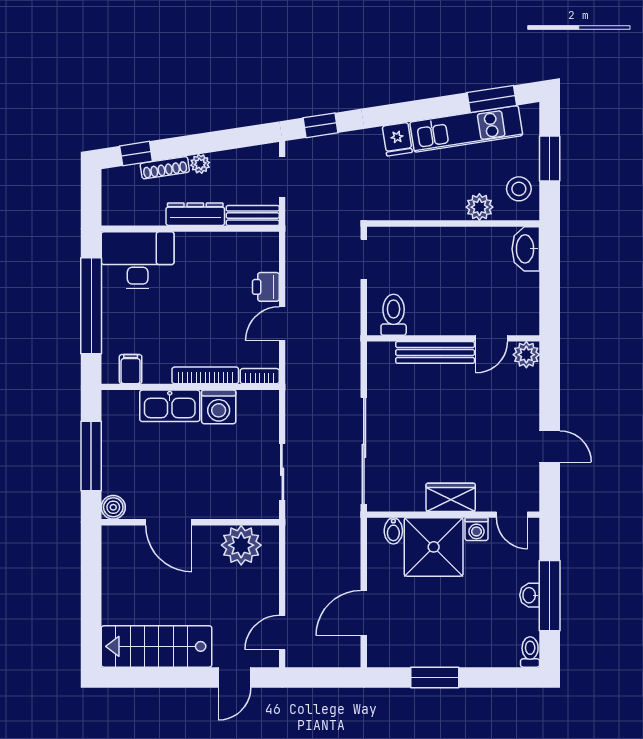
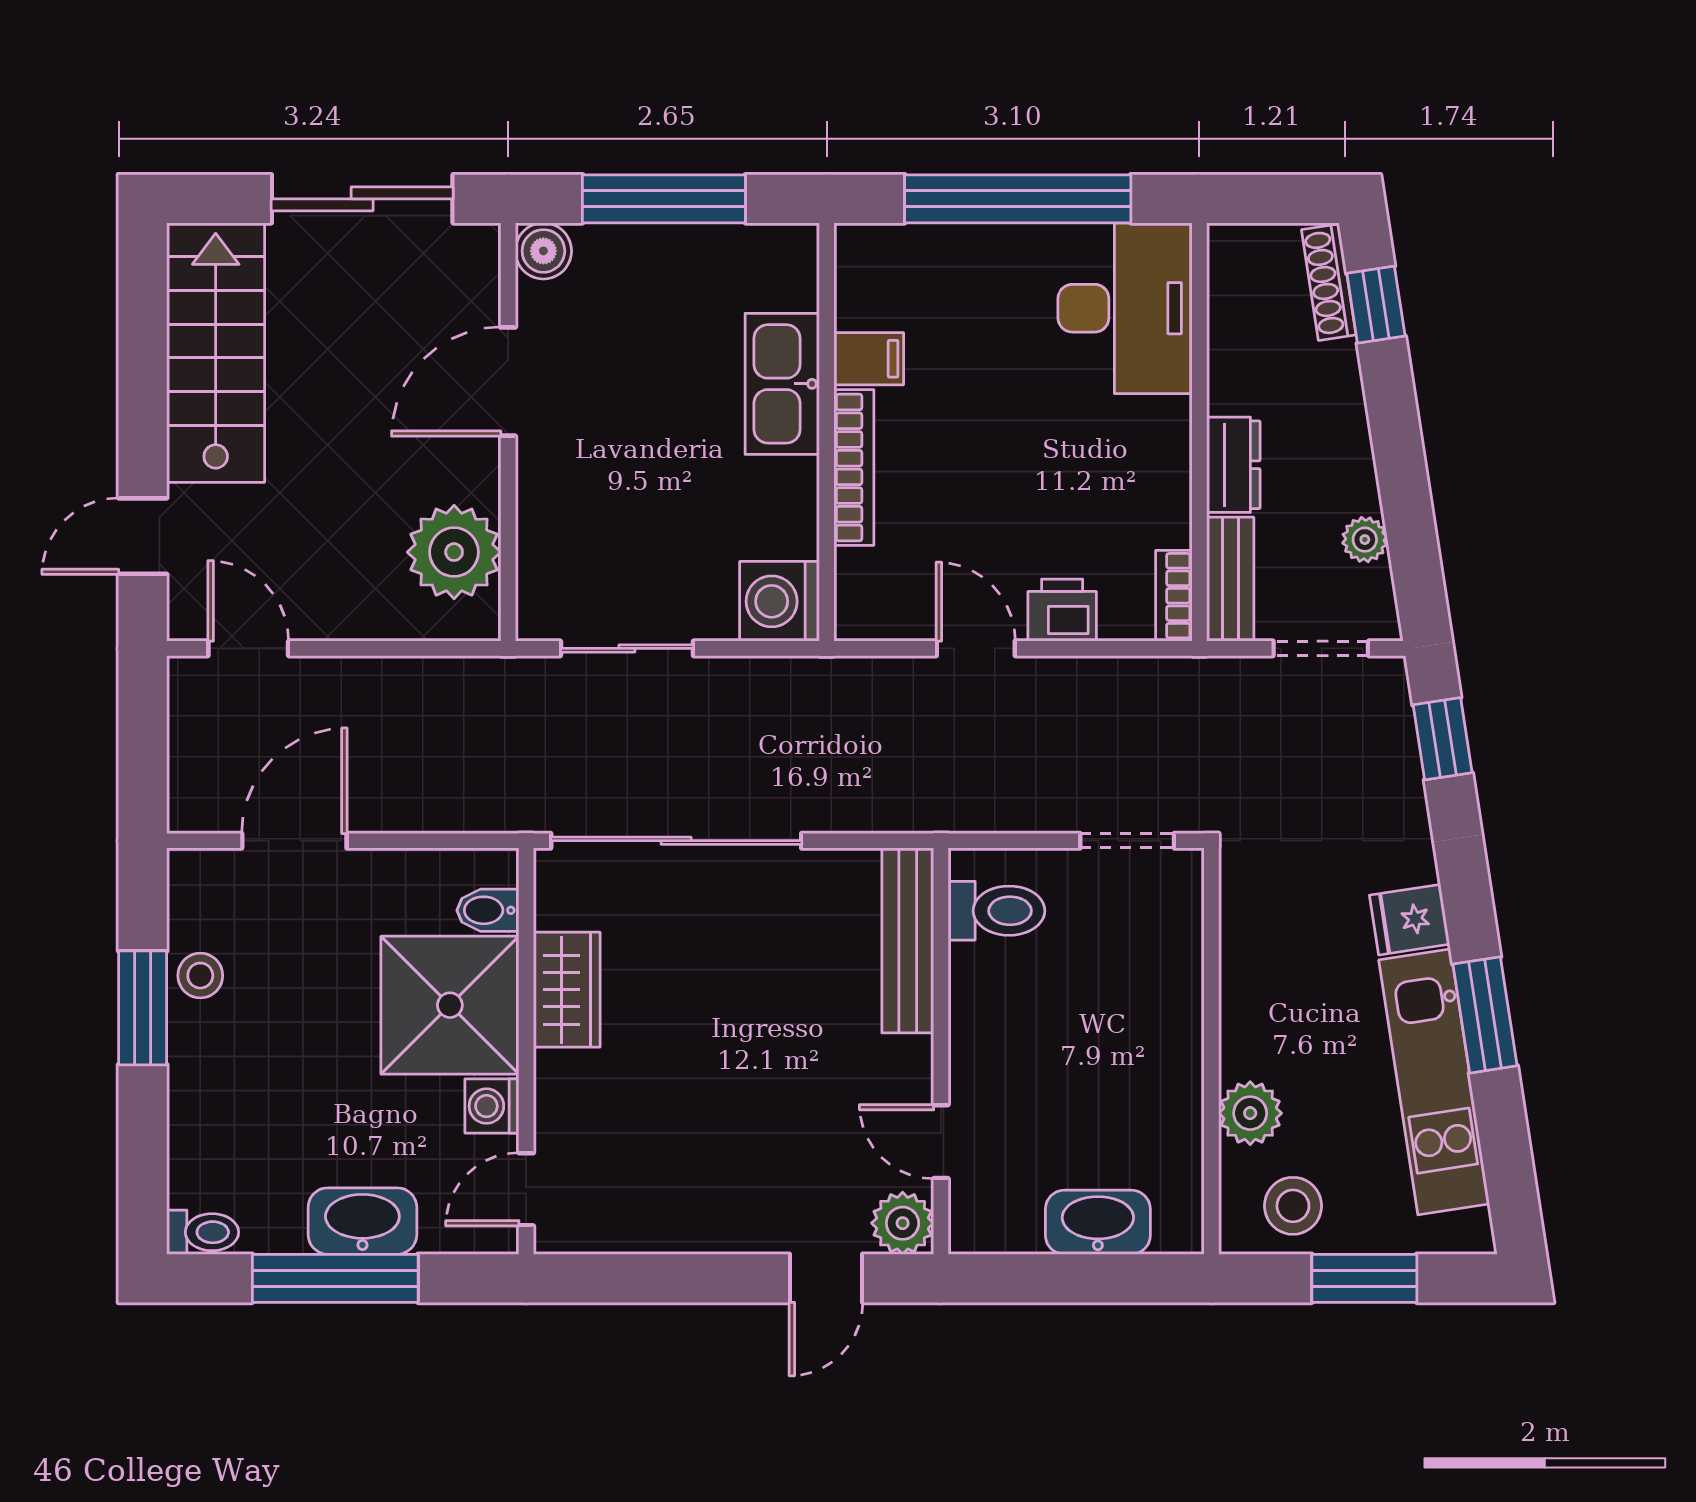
window: (492, 99) -> (1485, 1015), moved
plant: (200, 164) -> (1365, 540), moved
shoe rack: (165, 168) -> (1329, 282), moved
dresser: (195, 214) -> (1233, 465), width x0.70
washbasin: (526, 249) -> (1098, 1222), moved
bench: (435, 352) -> (908, 940), moved
filing cabinet: (131, 369) -> (869, 359), moved
bookcase: (260, 376) -> (1174, 596), moved, turned 180
washing machine: (219, 407) -> (780, 601), moved
door: (550, 446) -> (826, 1278), moved
wardrobe: (451, 497) -> (567, 990), moved
sliding door: (91, 584) -> (362, 199), added
washbasin: (530, 595) -> (362, 1221), width x1.91, depth x1.45
door: (364, 613) -> (294, 841), hinge flipped
stool: (421, 653) -> (200, 976), added
door: (234, 677) -> (143, 536), hinge flipped

